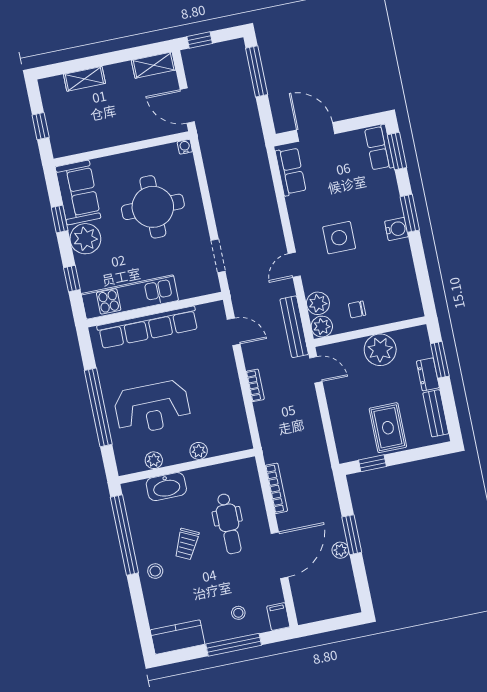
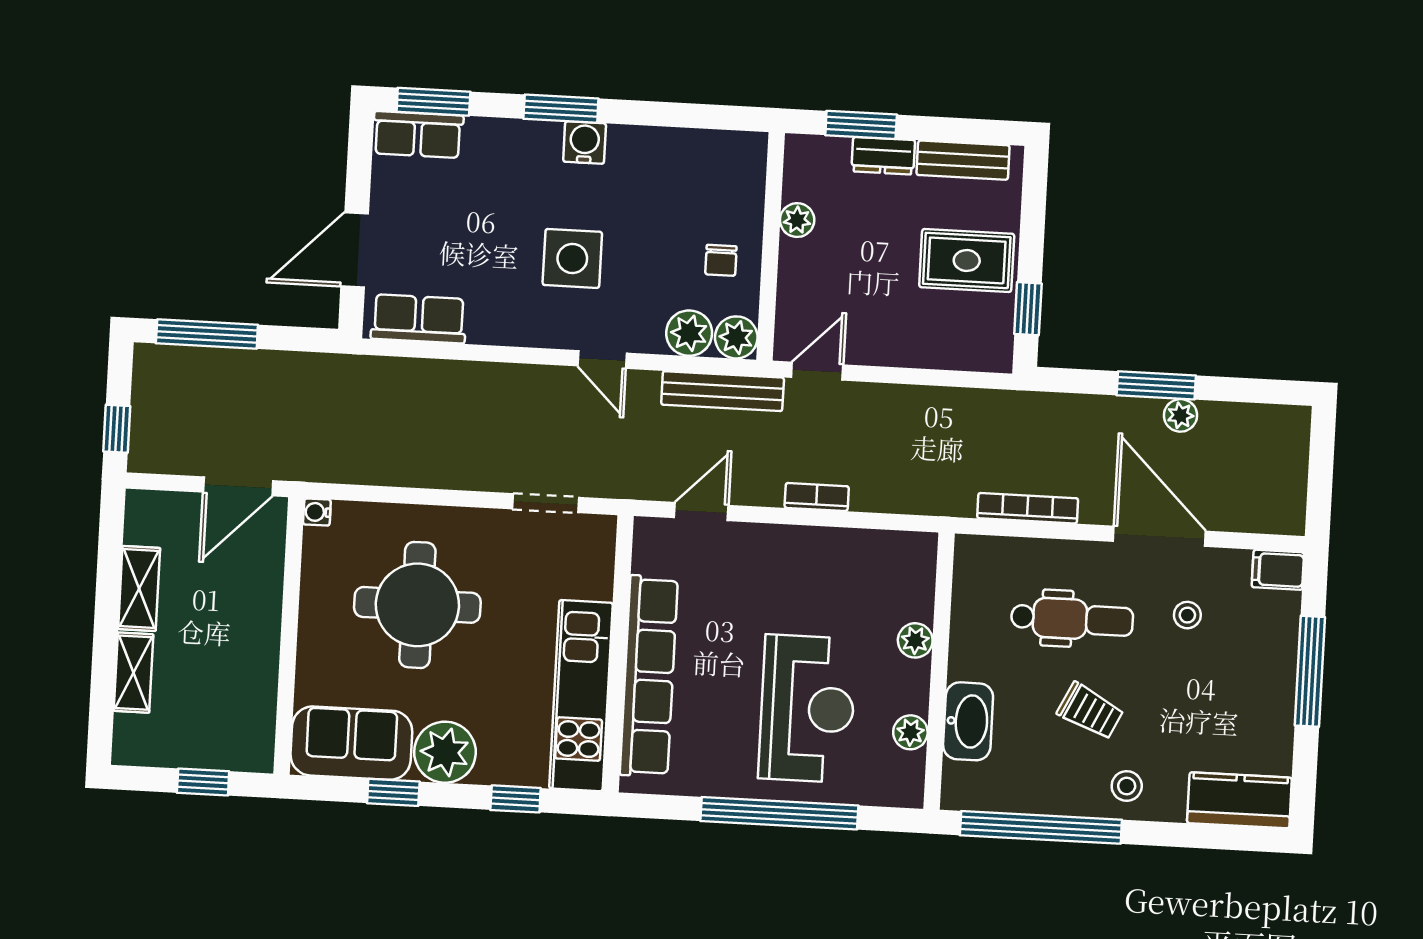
shelving: (154, 65) -> (139, 588), moved
plant: (380, 350) -> (797, 220), width x0.53, depth x0.53
stool: (238, 613) -> (1187, 615), moved
kitchen counter: (178, 637) -> (1239, 800), moved, turned 90

